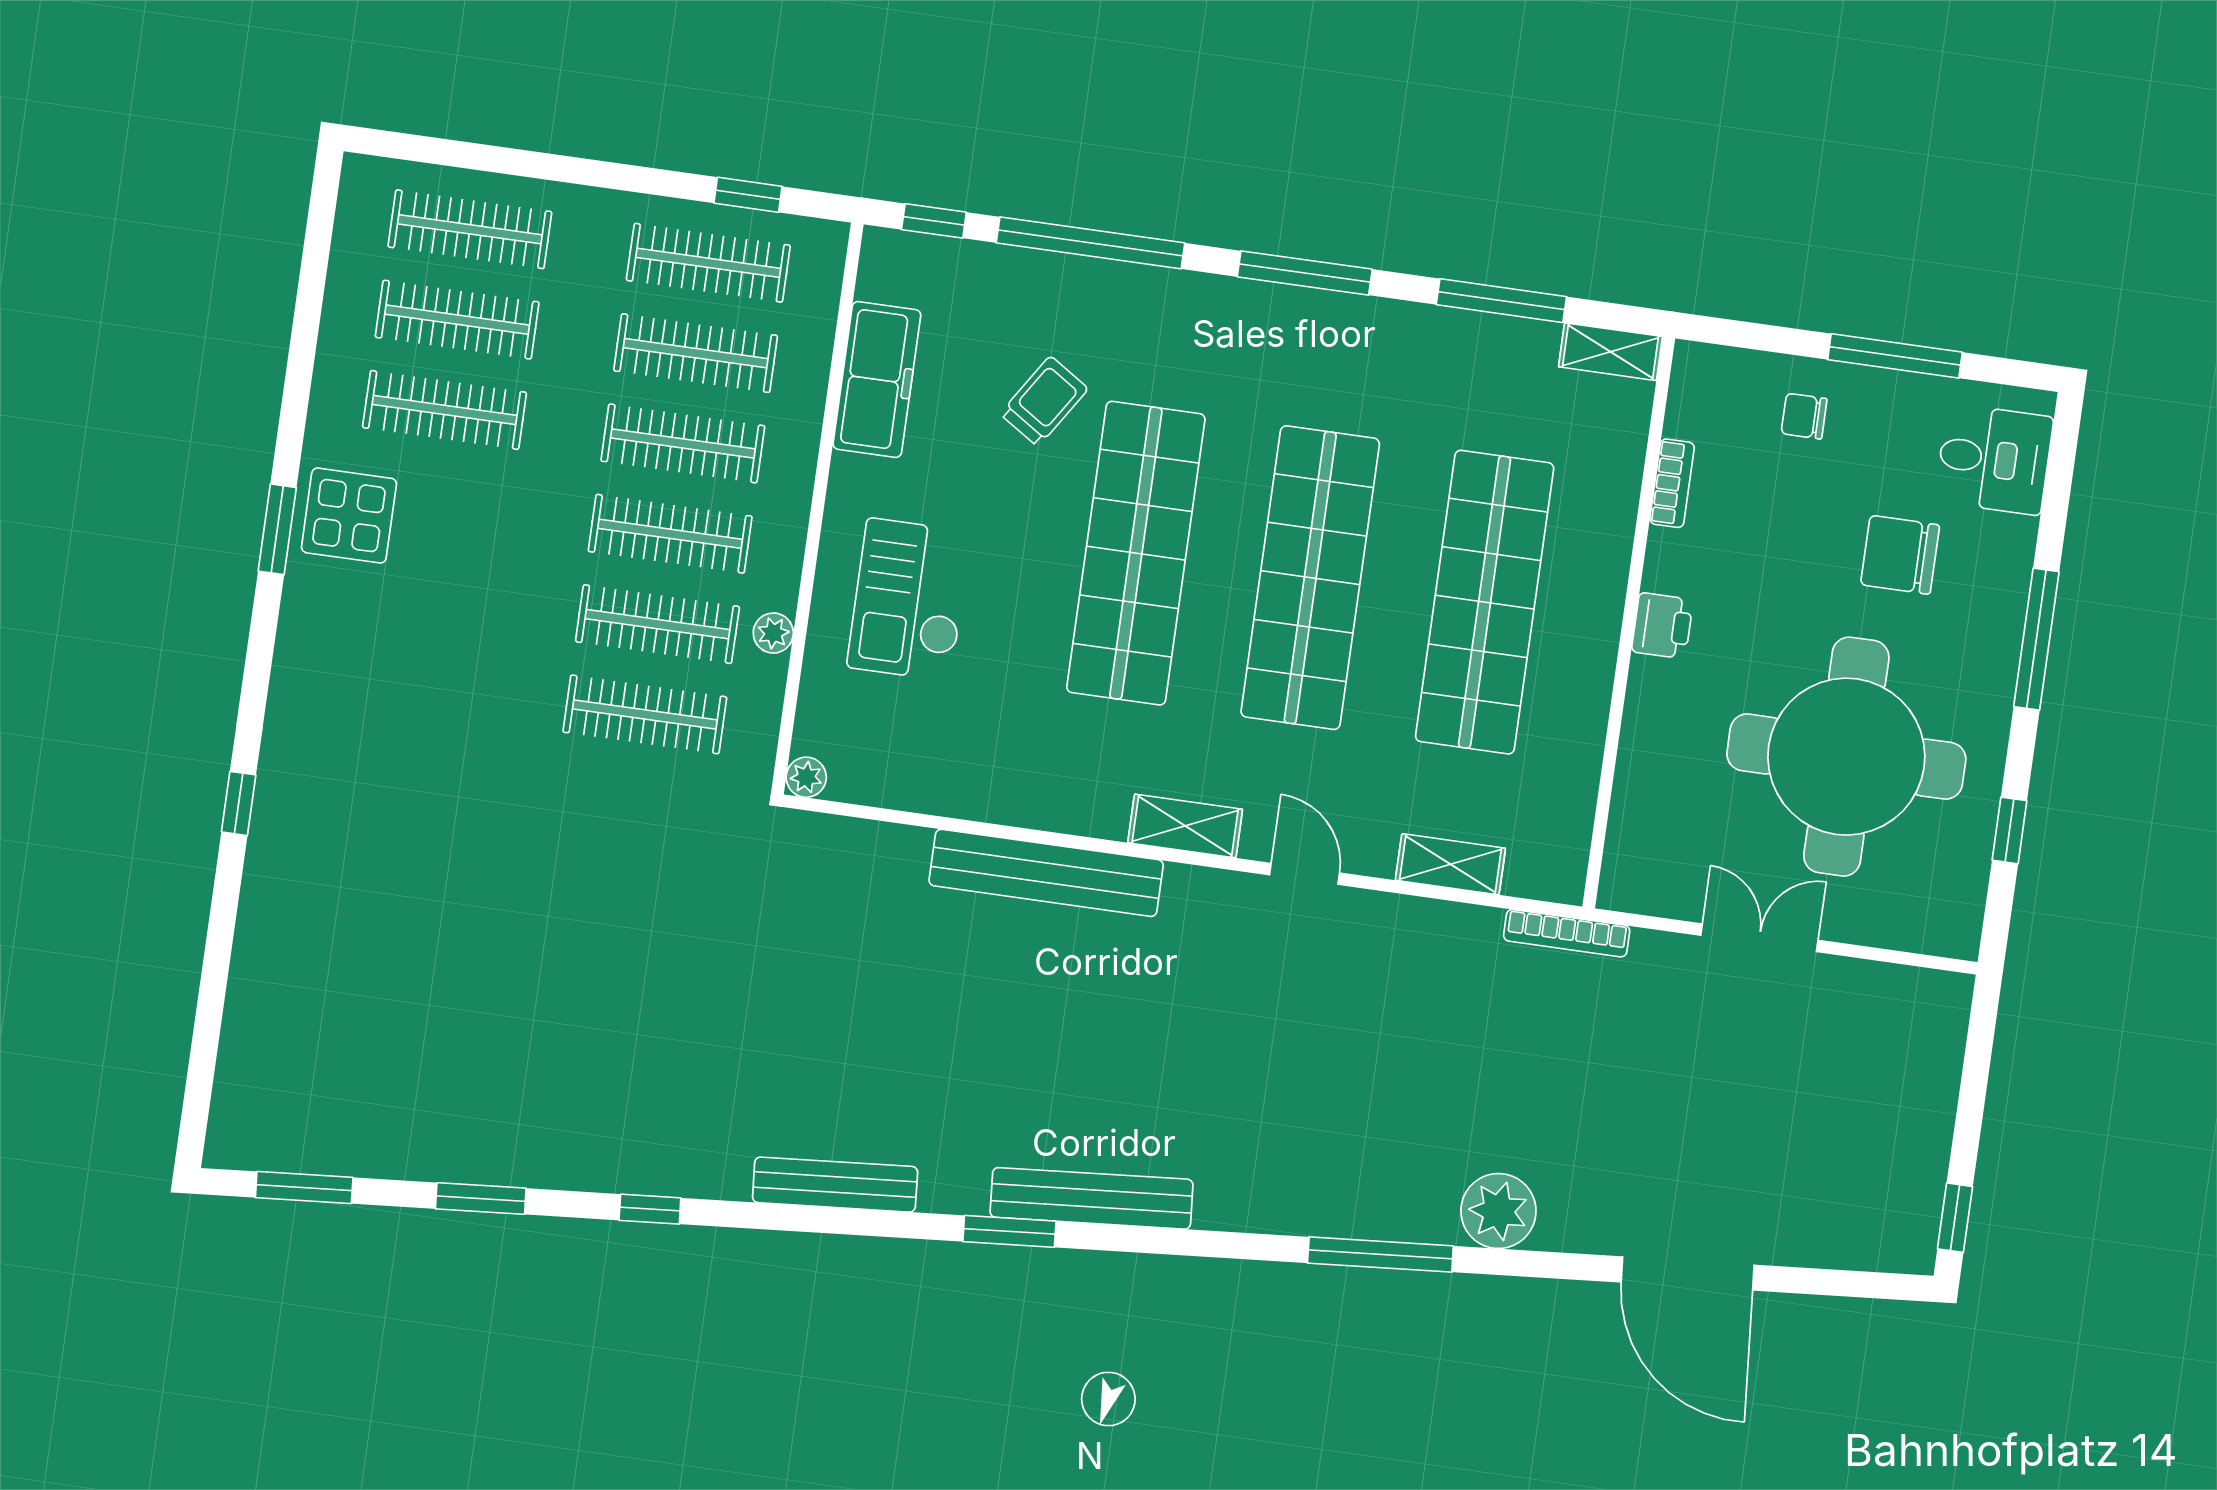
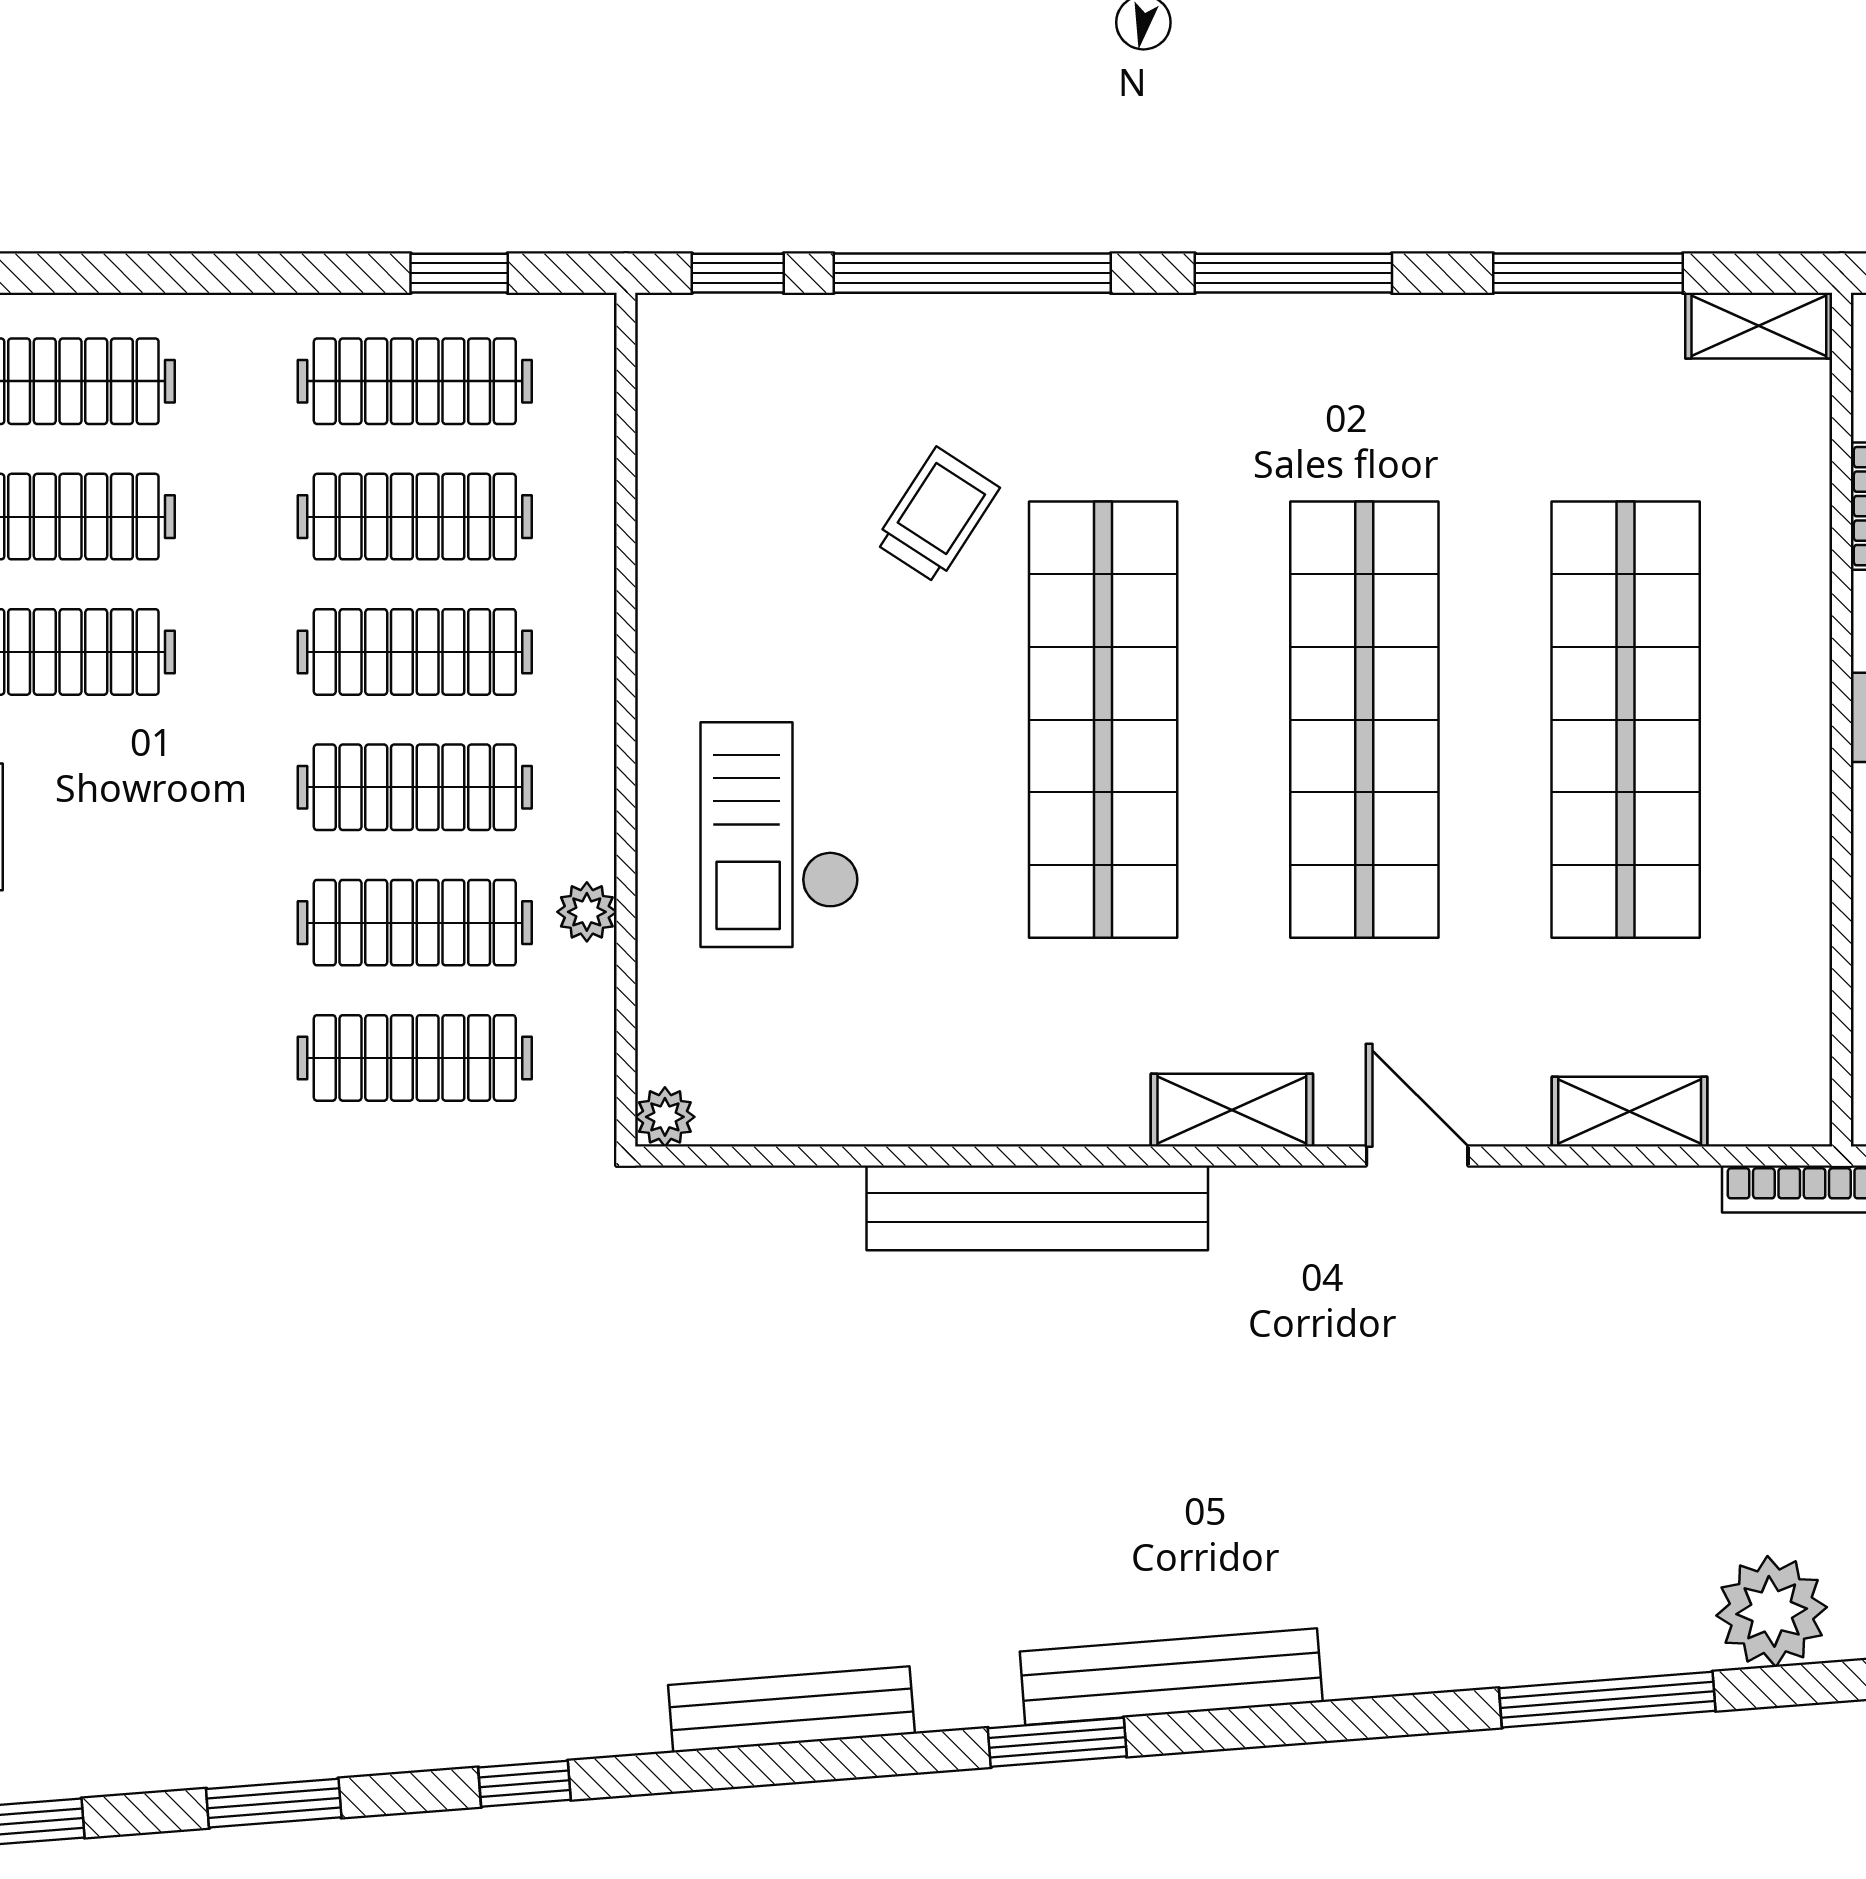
freezer: (877, 379) -> (687, 518), removed

